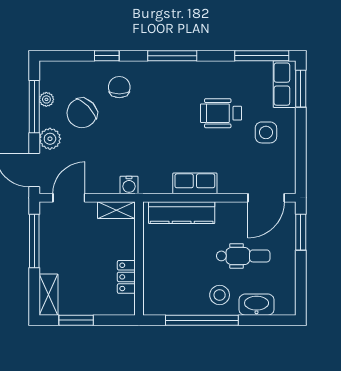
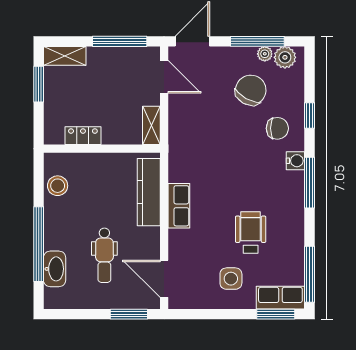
chair: (82, 113) -> (251, 90), turned 73
plant: (50, 139) -> (285, 57), moved
water cooler: (129, 185) -> (295, 161), moved, turned 180
stool: (220, 295) -> (58, 186), moved
window: (202, 320) -> (39, 244), moved

